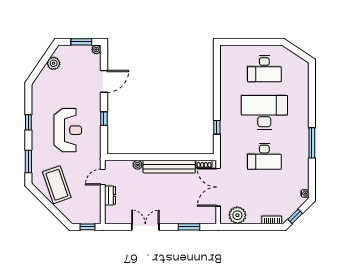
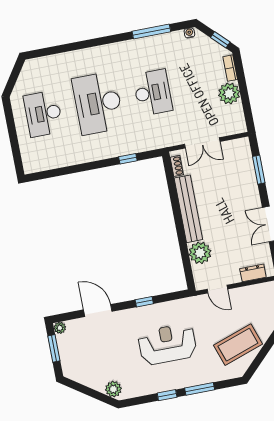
plant: (54, 63) -> (113, 389), moved
desk: (264, 69) -> (43, 114), turned 180
window: (312, 143) -> (151, 31), moved
window: (28, 162) -> (200, 389), moved
plant: (138, 165) -> (200, 253), width x1.88, depth x1.88
double door: (218, 187) -> (202, 143), width x0.73
dresser: (110, 195) -> (253, 273), moved
plant: (237, 215) -> (229, 93), moved

